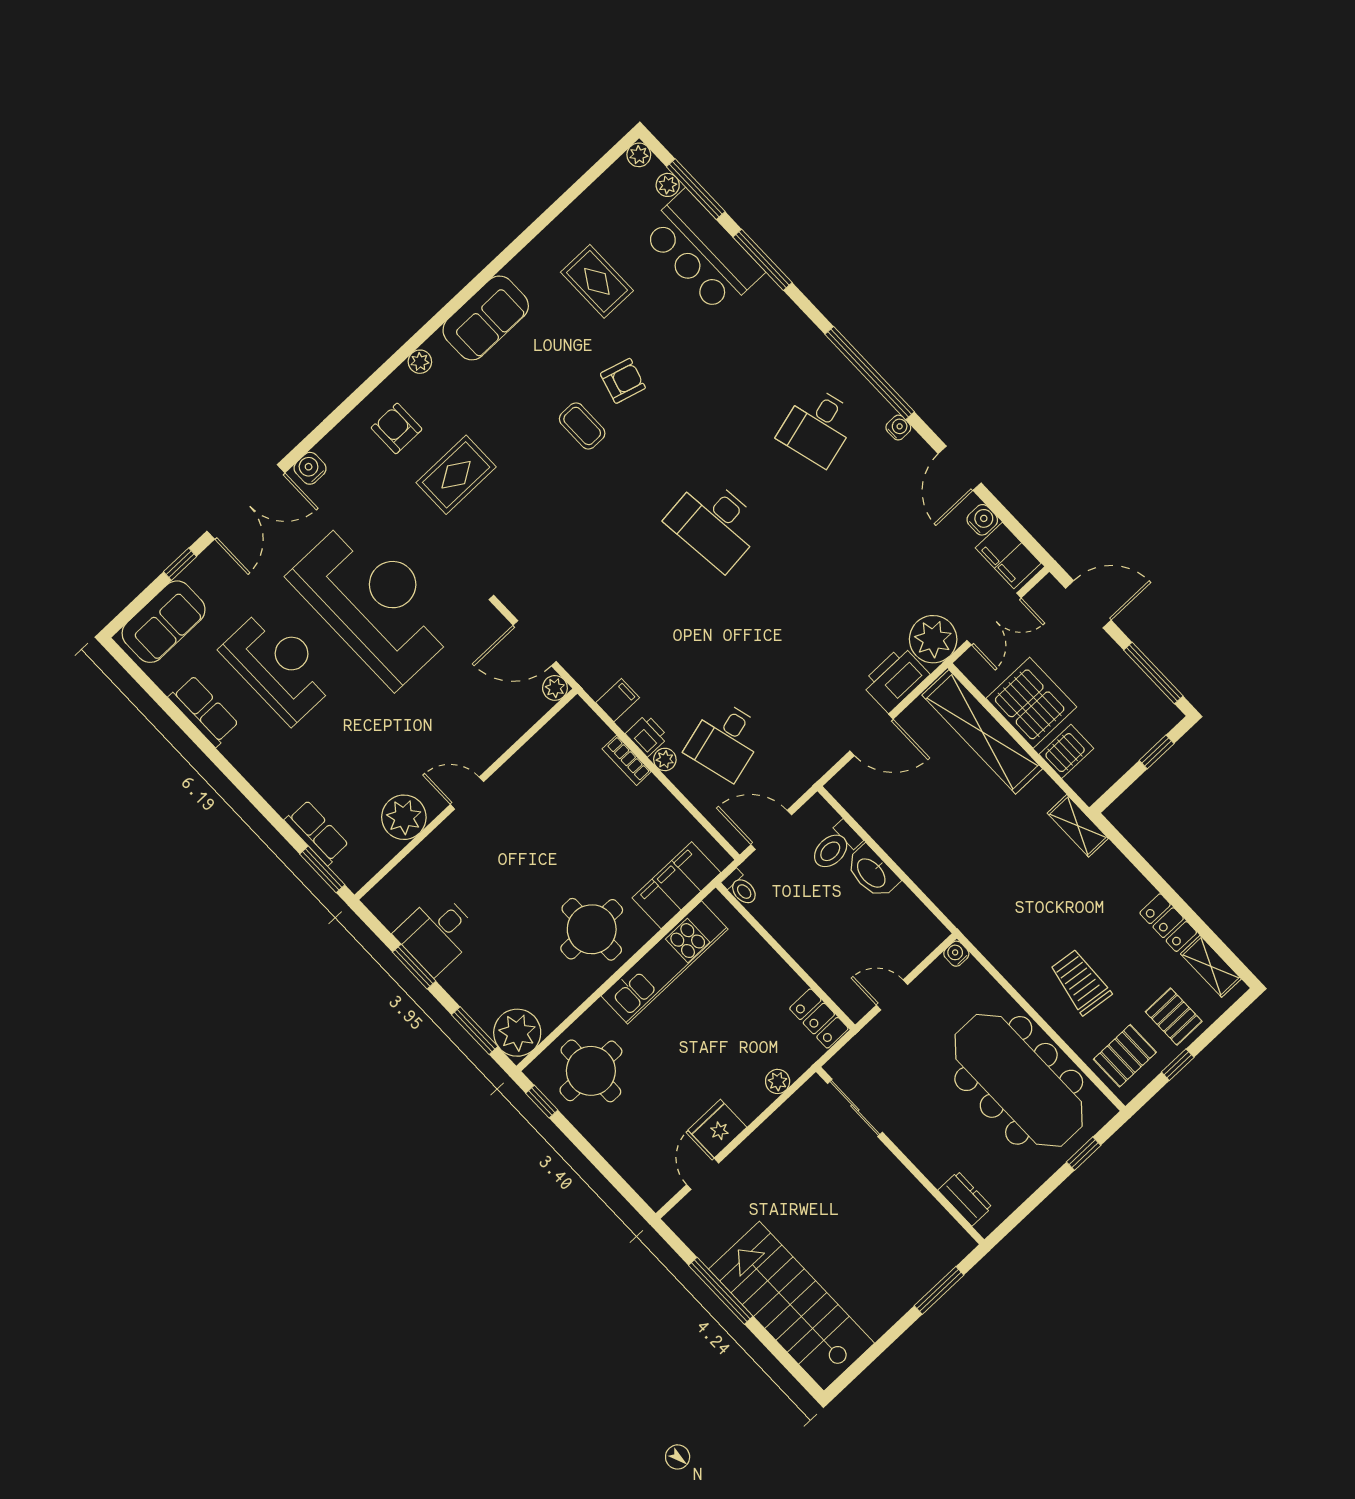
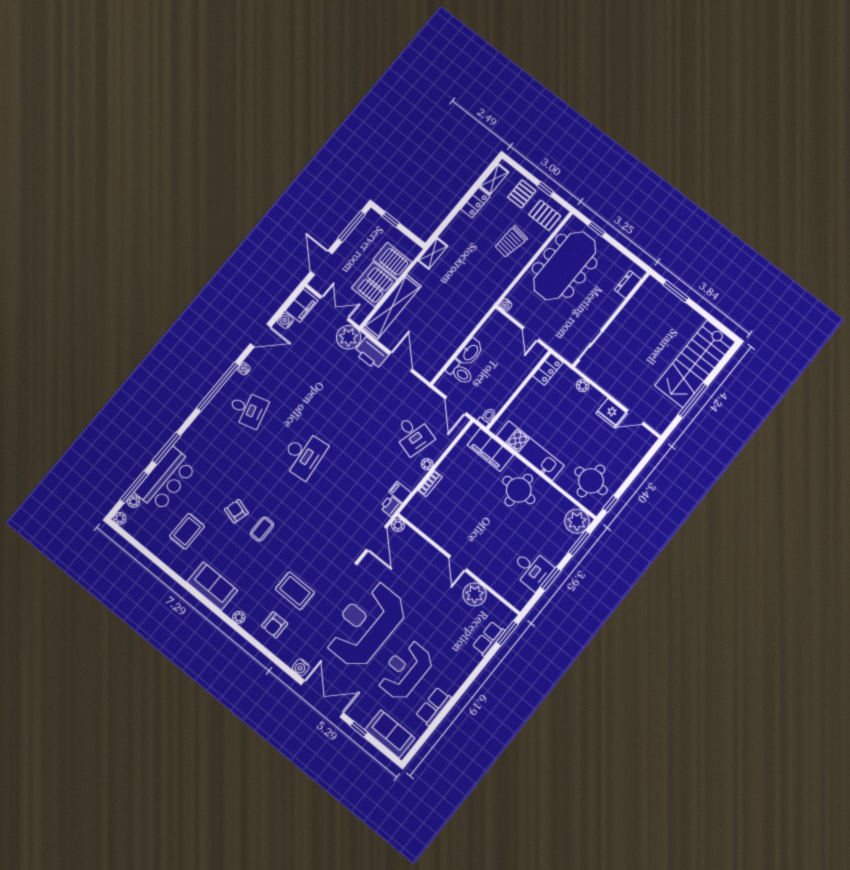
printer: (647, 735) -> (391, 506), moved
desk: (725, 740) -> (413, 435), turned 30
server rack: (1066, 751) -> (393, 261), width x1.36, depth x1.44

